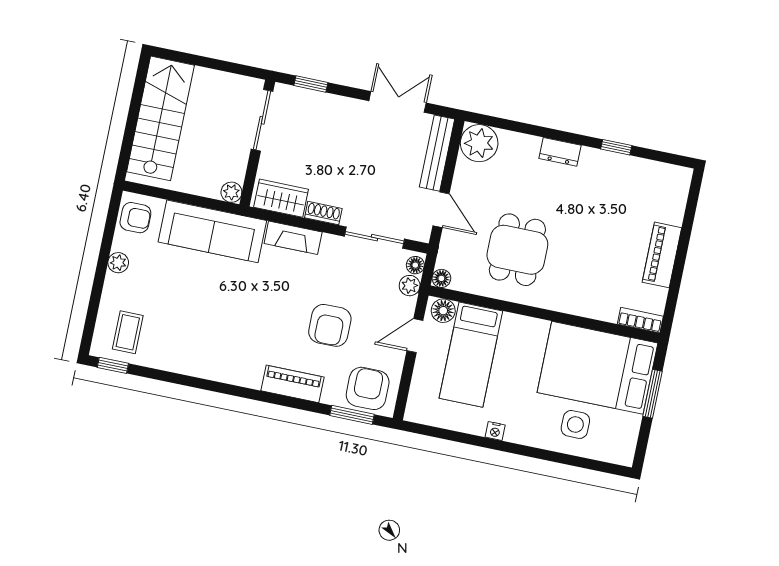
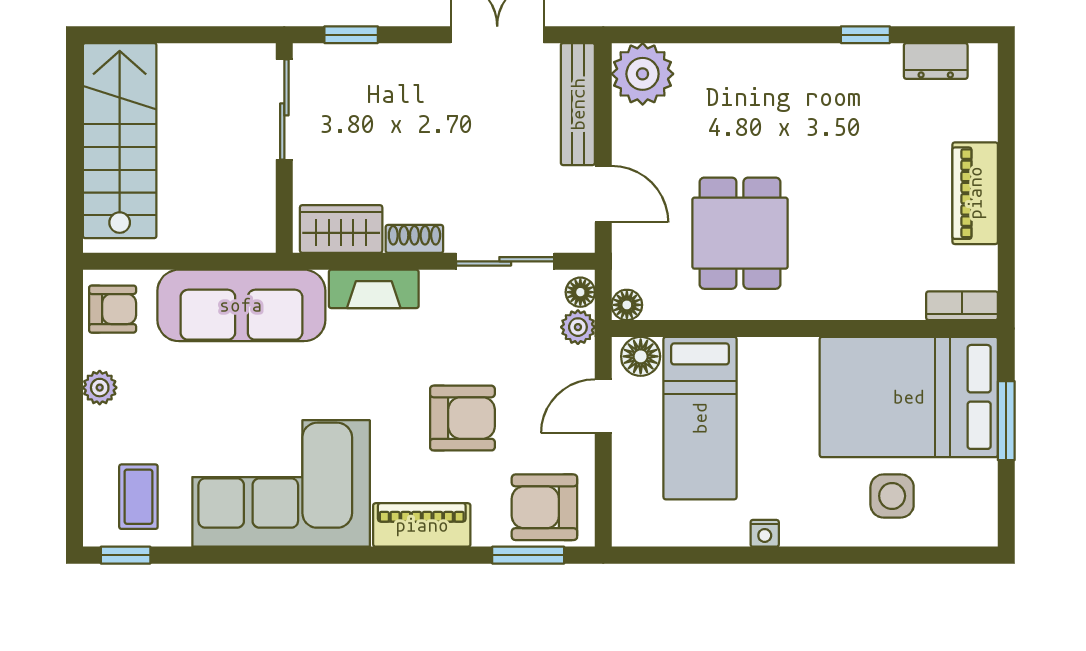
dresser: (560, 152) -> (936, 61), moved
plant: (231, 192) -> (259, 236), removed
armchair: (330, 325) -> (462, 418), turned -90
corner sofa: (214, 342) -> (281, 483), added
armchair: (368, 388) -> (544, 507), turned -90

